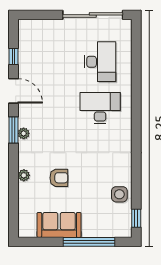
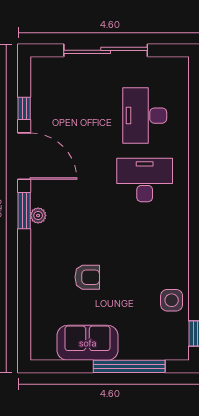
sliding door: (93, 15) -> (106, 50), moved
desk: (100, 62) -> (145, 116), turned 180
door: (14, 91) -> (24, 156), width x1.36
plant: (24, 175) -> (38, 274), removed

